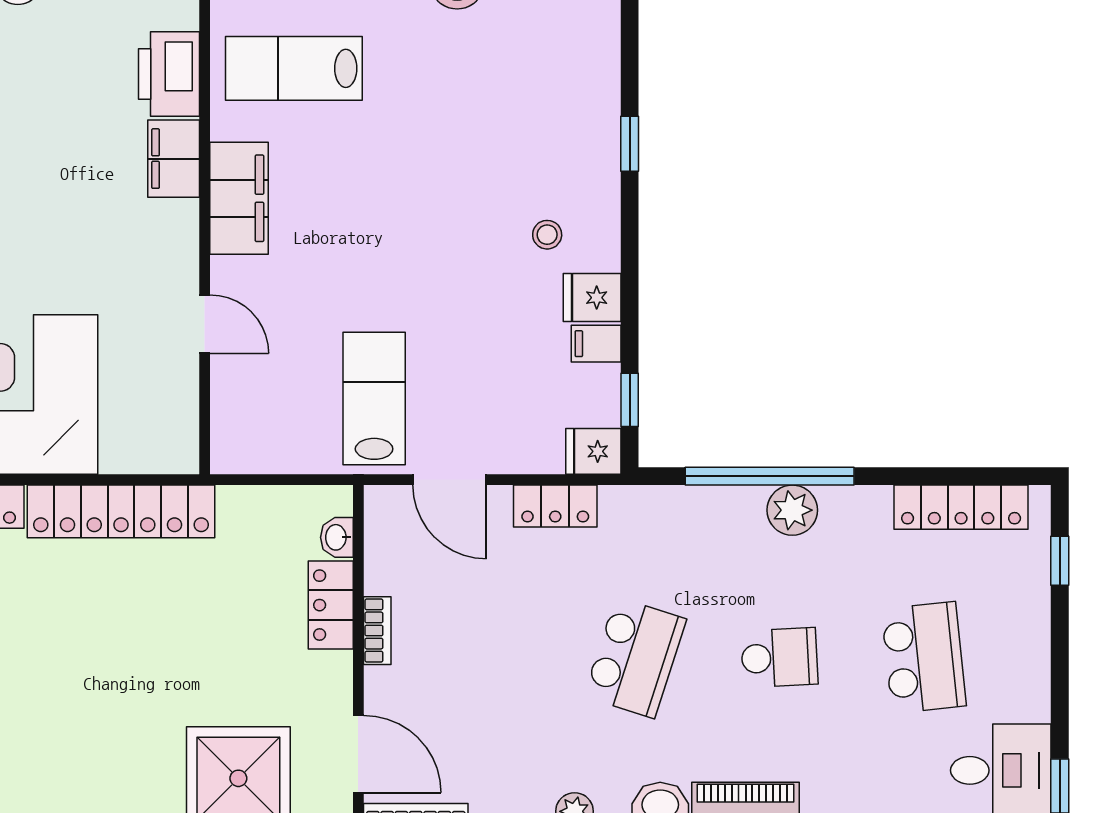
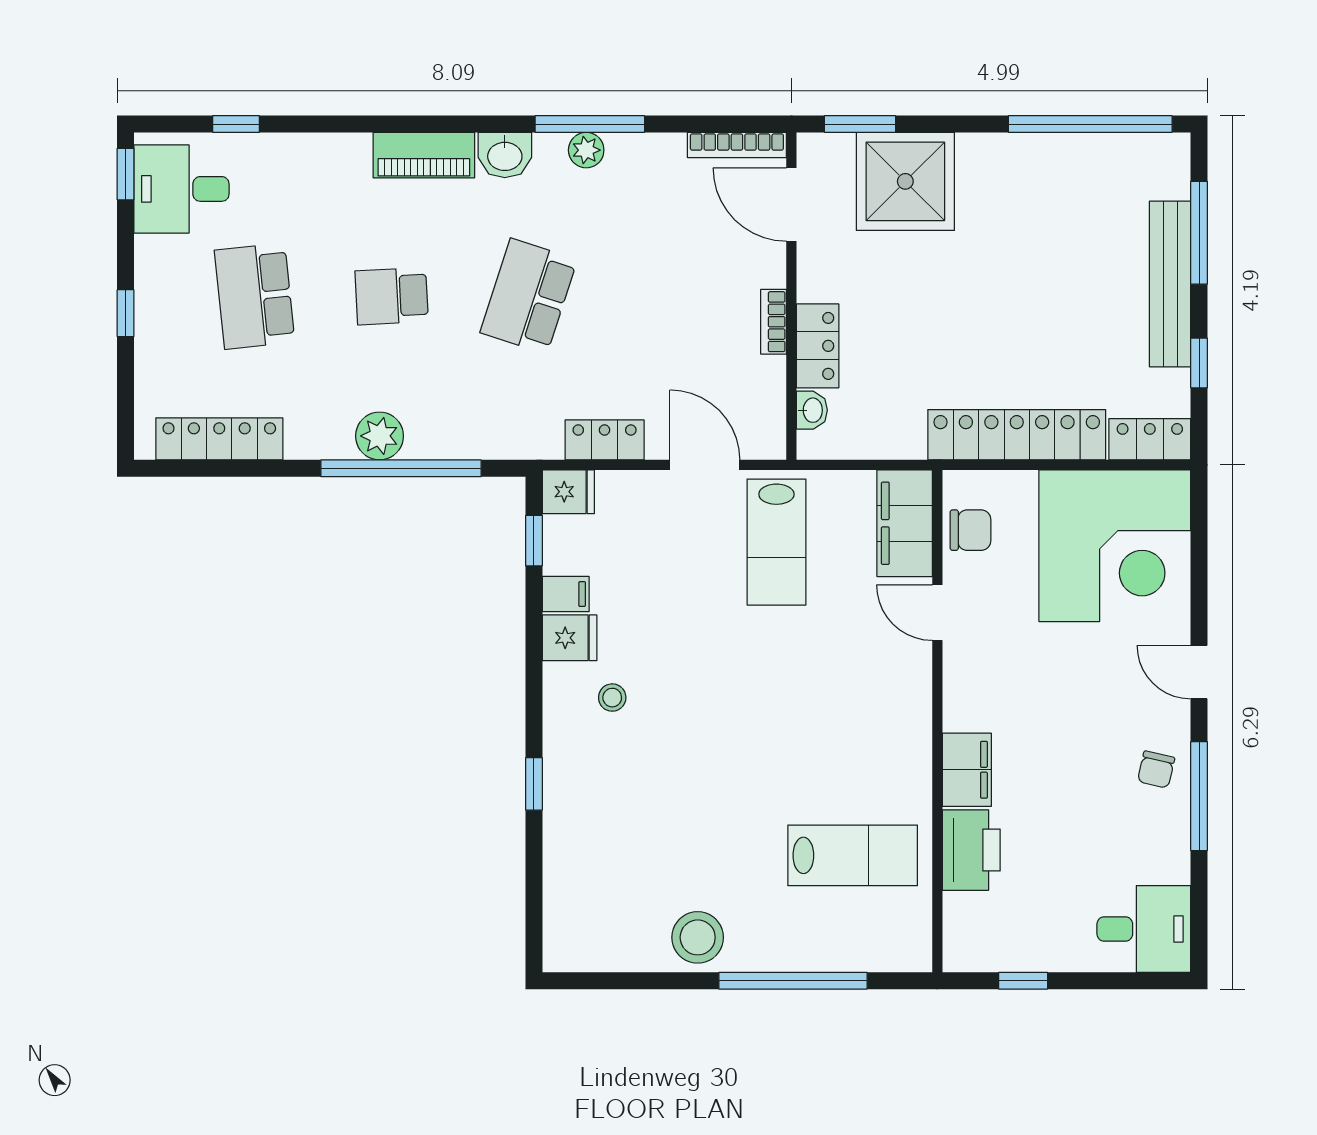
filing cabinet: (239, 198) -> (905, 523), moved
chair: (170, 411) -> (971, 530), added
window: (1060, 561) -> (126, 313), moved

